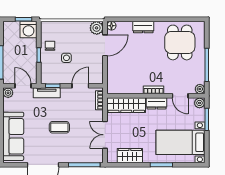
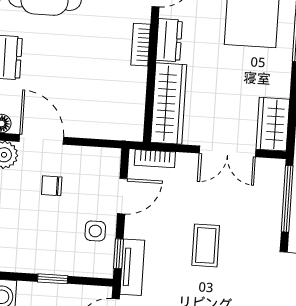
chair: (50, 46) -> (52, 186), moved
side table: (66, 58) -> (95, 231), moved
door: (80, 86) -> (122, 196), swing flipped
wardrobe: (130, 156) -> (273, 124), moved

